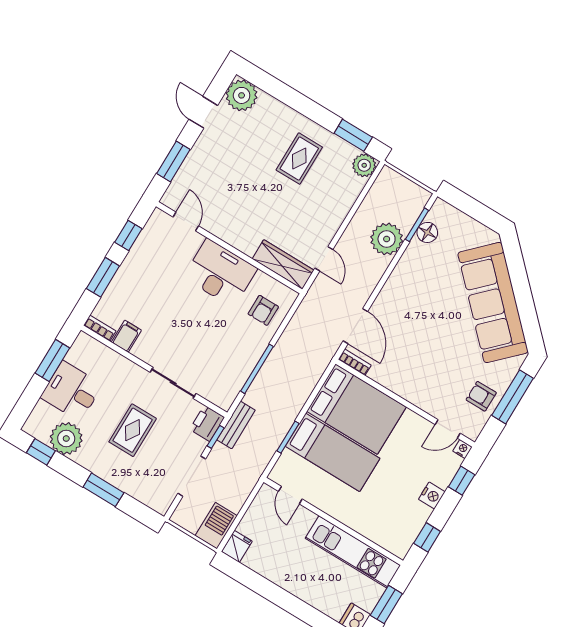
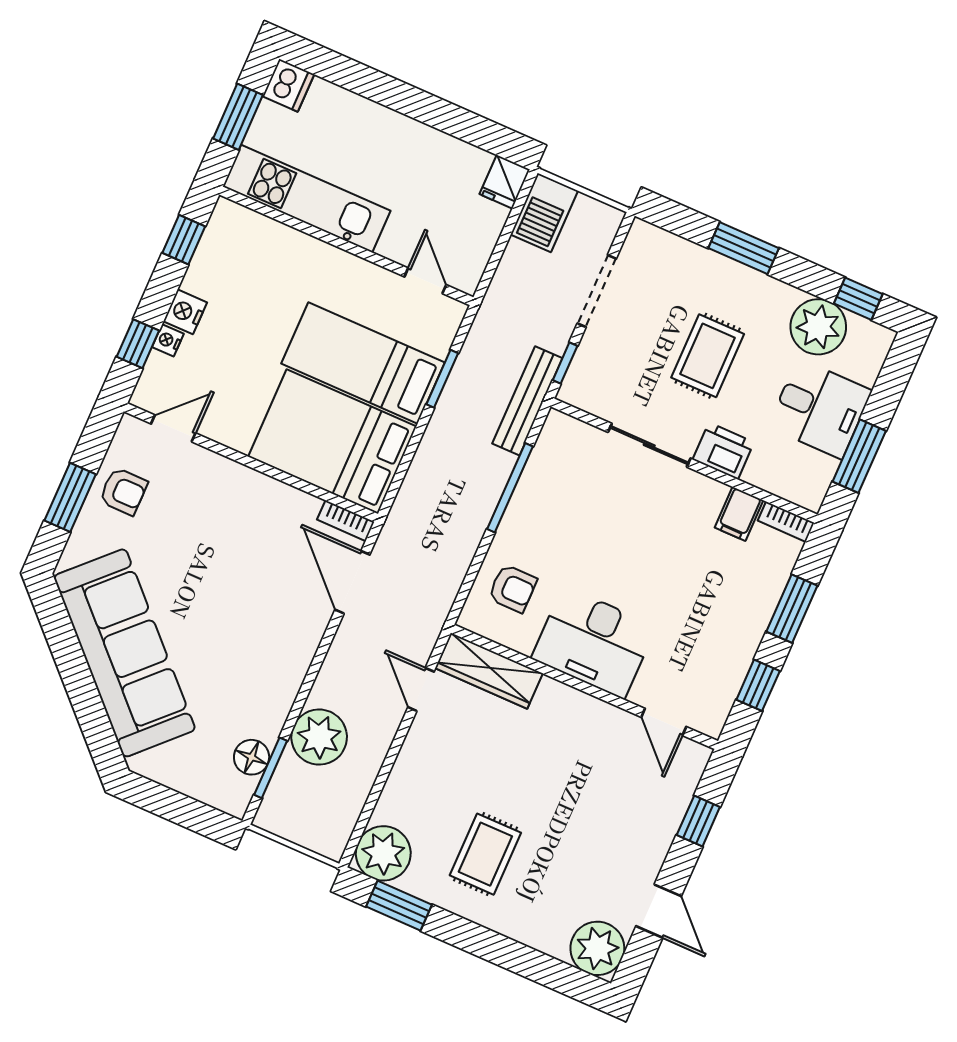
window: (173, 161) -> (698, 821), width x0.67
plant: (364, 165) -> (383, 853), width x1.36, depth x1.36
armchair: (263, 310) -> (513, 588), turned 90
window: (513, 397) -> (70, 497), width x0.69
printer: (207, 423) -> (723, 451), moved, turned -90
bench: (236, 425) -> (527, 401), width x1.36
nightstand: (463, 449) -> (168, 340), moved, turned 90

